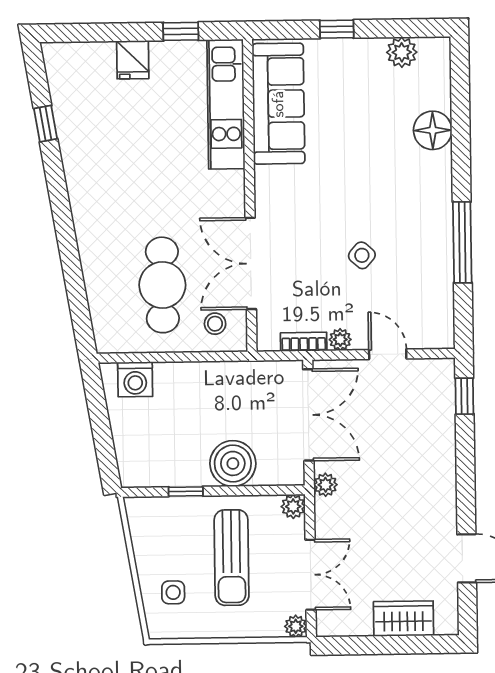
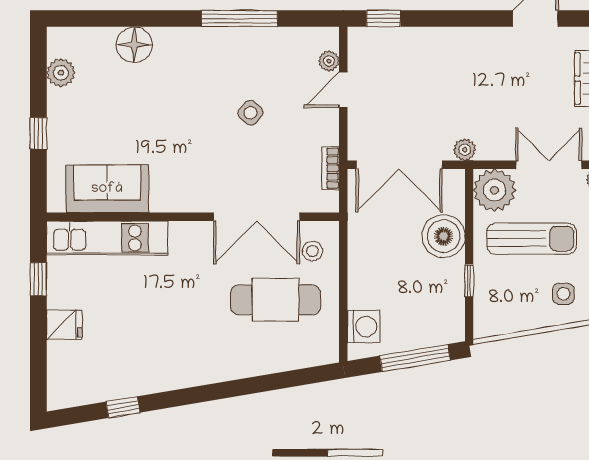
sofa: (278, 104) -> (107, 189), width x0.73
plant: (340, 340) -> (329, 61), moved
double door: (308, 415) -> (399, 165), swing flipped
window: (102, 435) -> (415, 358), added
plant: (293, 506) -> (494, 190), width x1.88, depth x1.88

